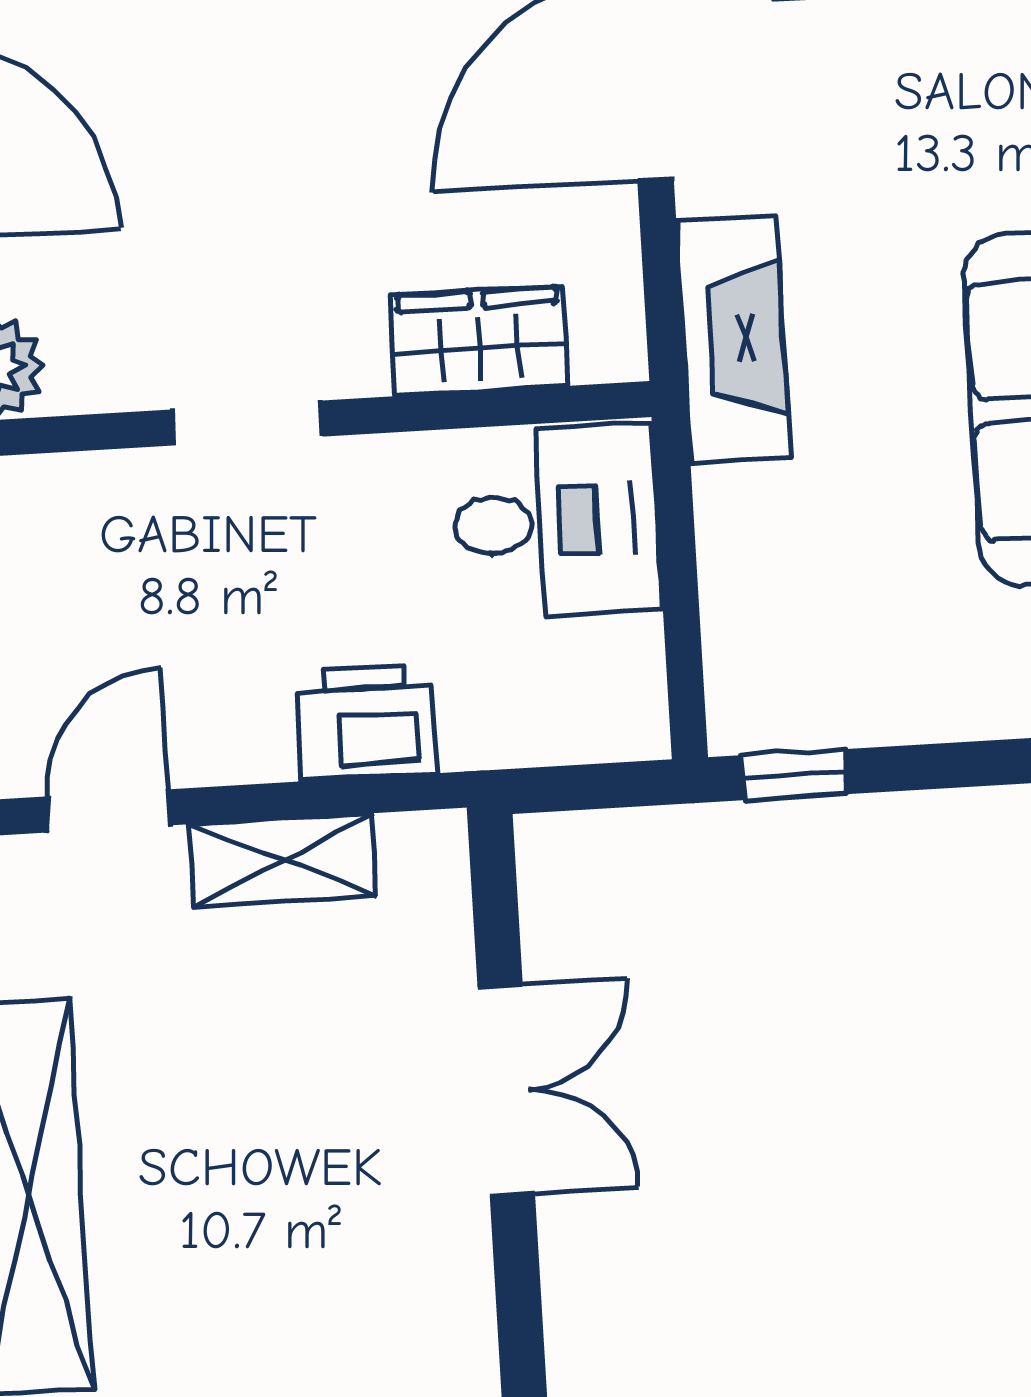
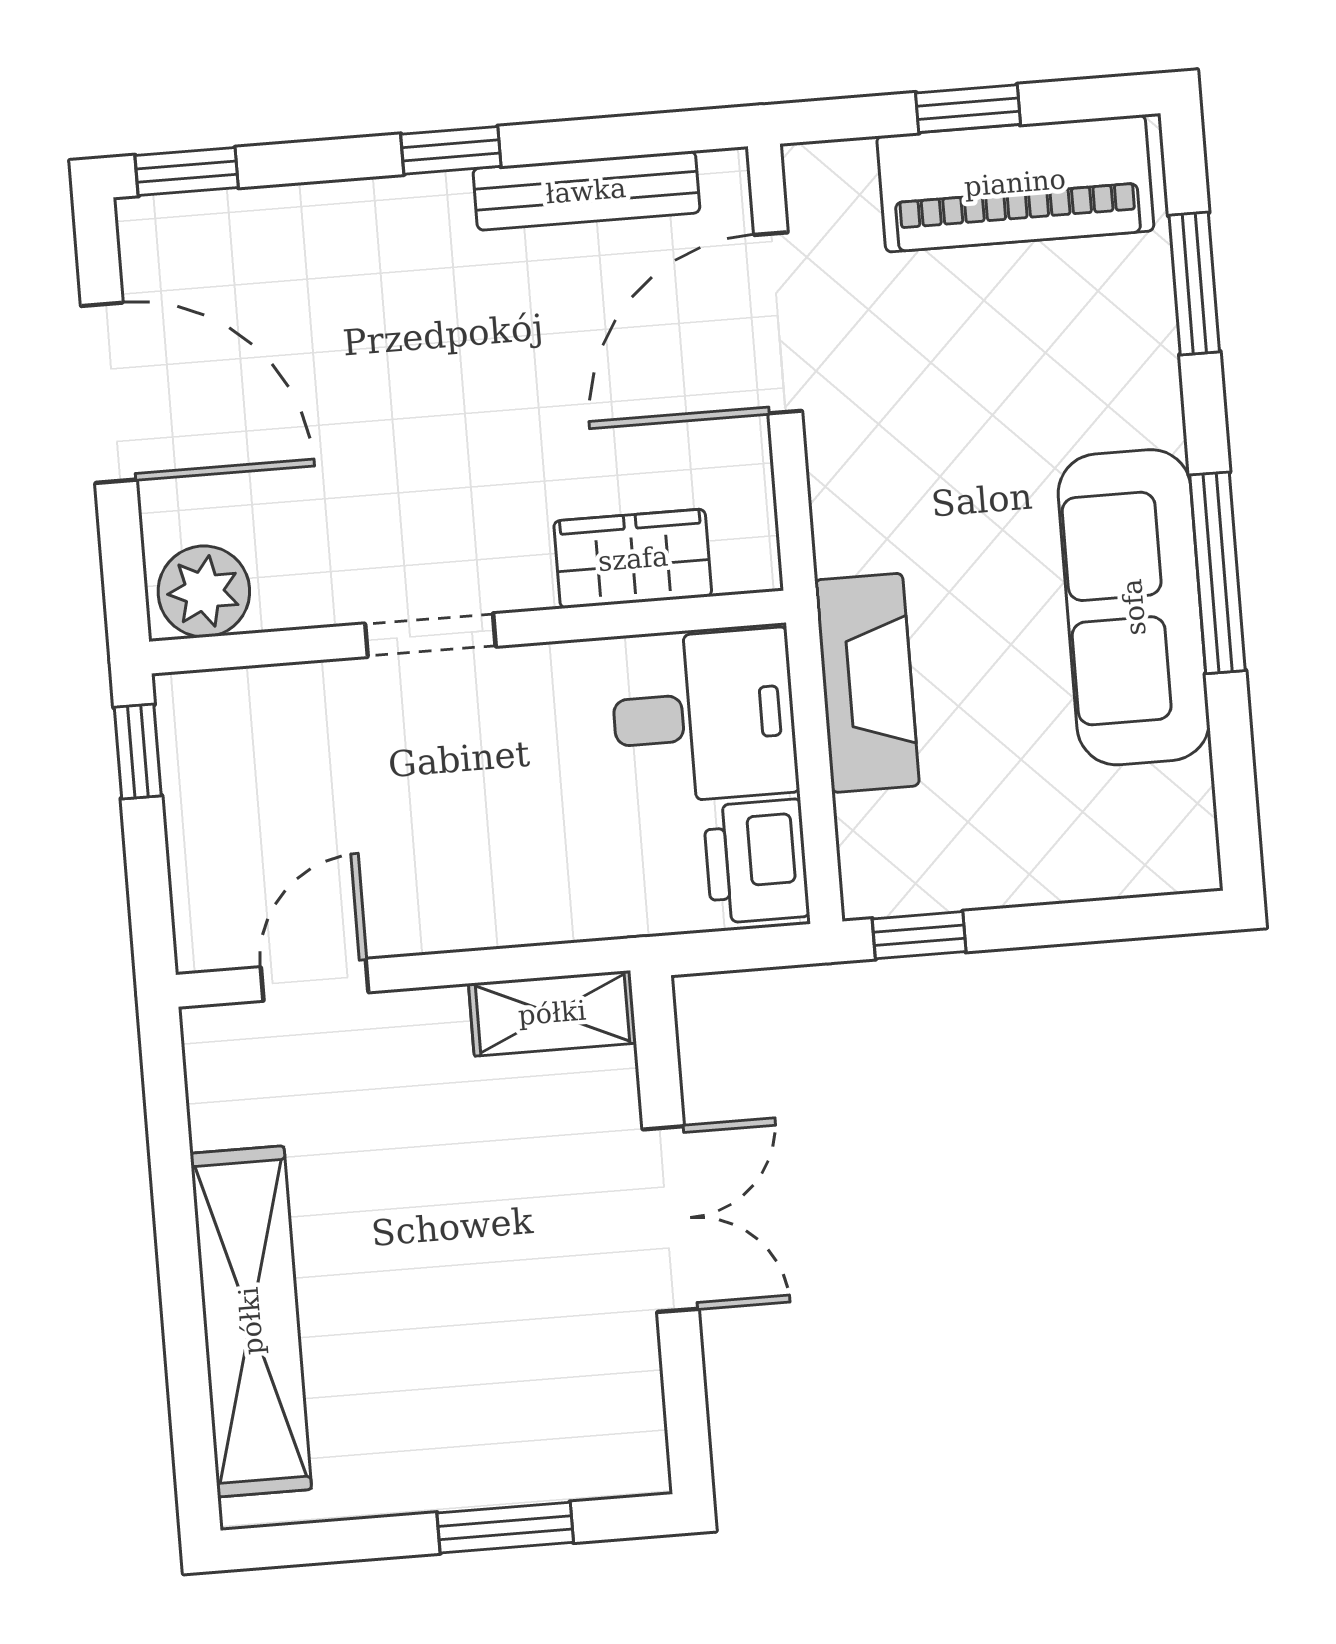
fireplace: (733, 339) -> (867, 683), moved
printer: (366, 722) -> (756, 861), moved, turned -90
shelving: (283, 860) -> (552, 1013), moved

